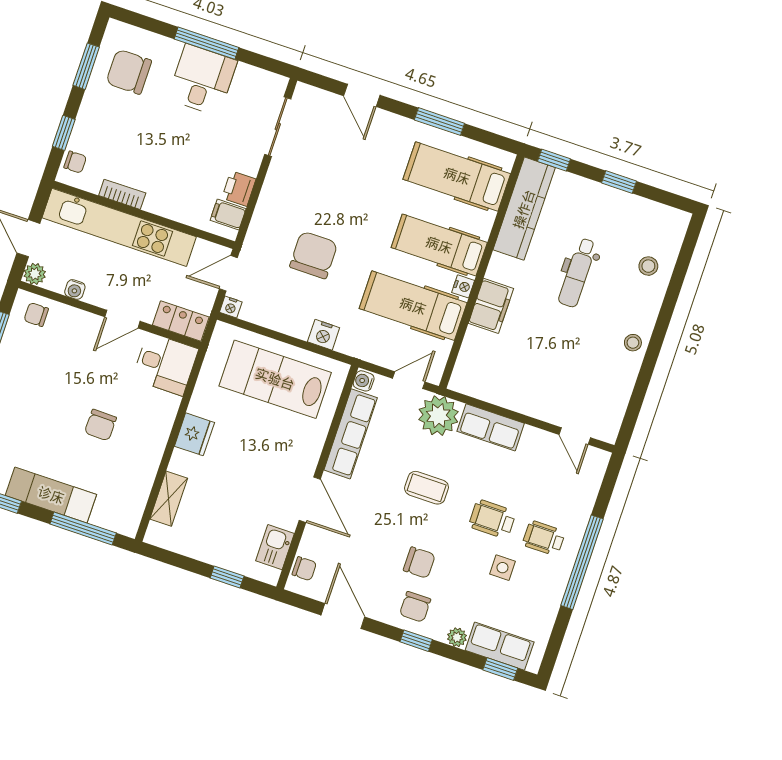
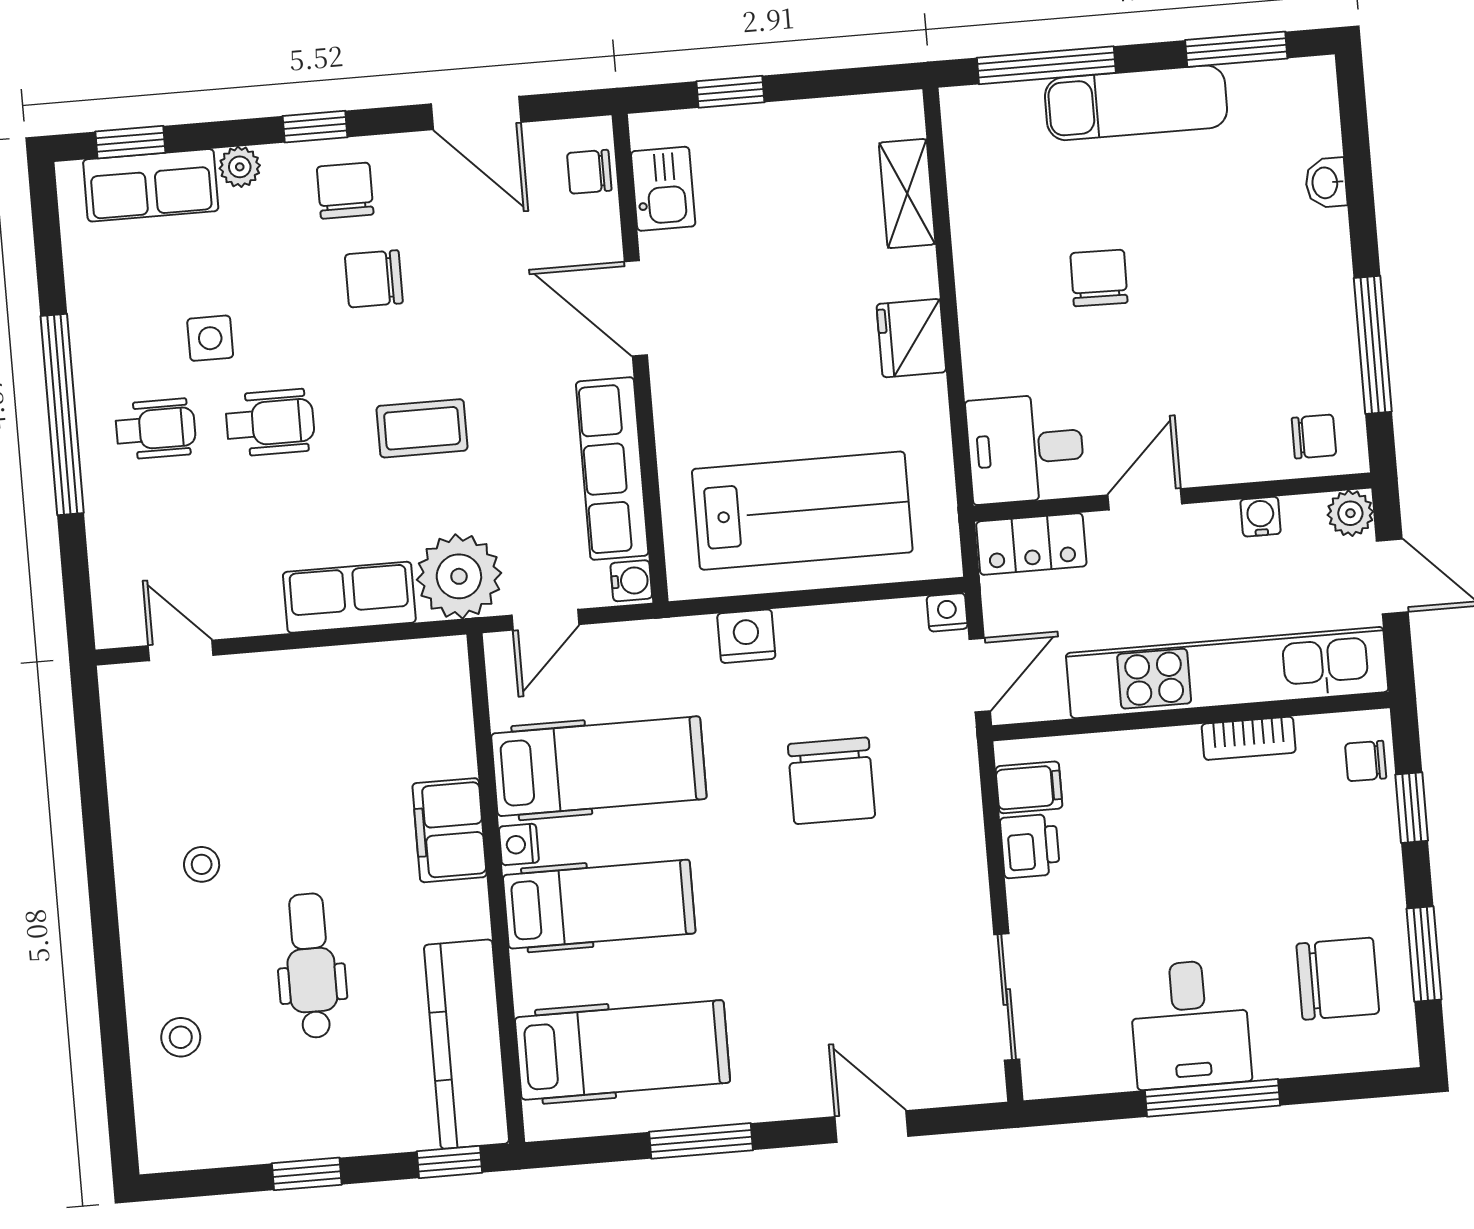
stool: (633, 343) -> (202, 864), moved

